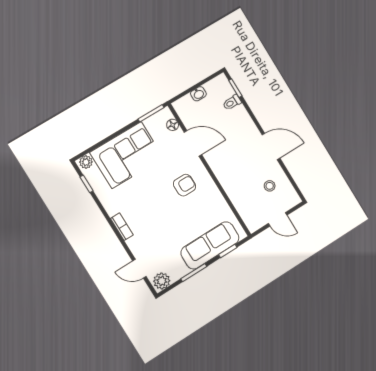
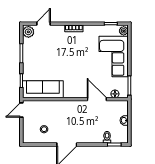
door: (193, 143) -> (97, 99), swing flipped
armchair: (185, 185) -> (76, 79), removed
door: (278, 219) -> (21, 110), moved
sofa: (210, 245) -> (43, 89), moved, turned -90

